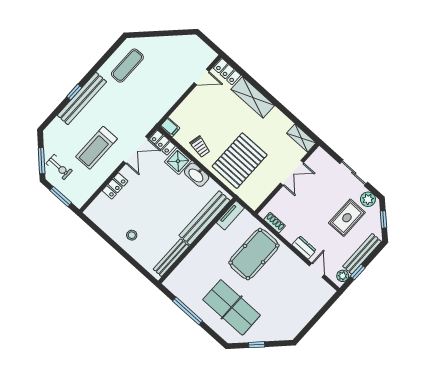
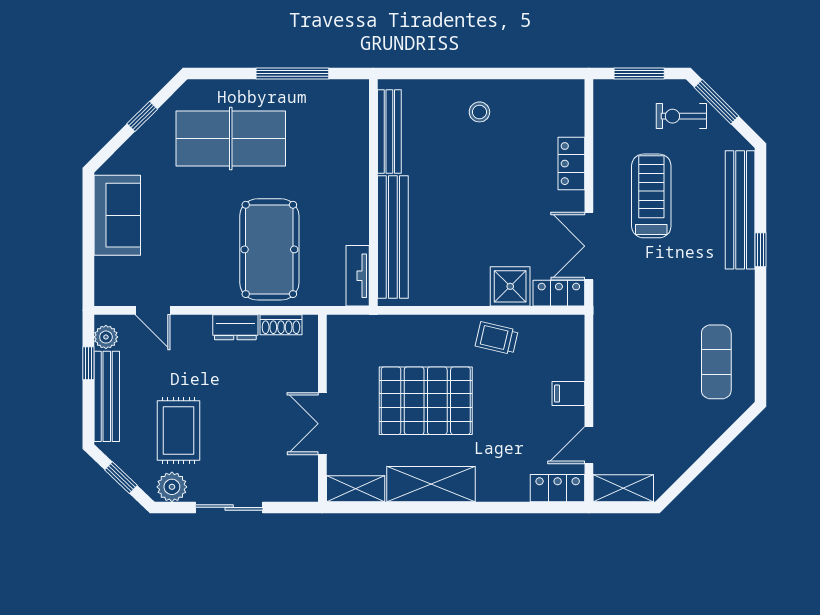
shelving: (203, 50) -> (623, 488), added
shelving: (253, 97) -> (431, 484), moved
bench: (82, 99) -> (740, 210), moved
filing cabinet: (170, 127) -> (568, 394), moved
pallet: (240, 161) -> (426, 401), moved, turned 90
washbasin: (197, 175) -> (464, 291), removed
dresser: (304, 248) -> (235, 327), moved
sofa: (298, 317) -> (117, 215), added

